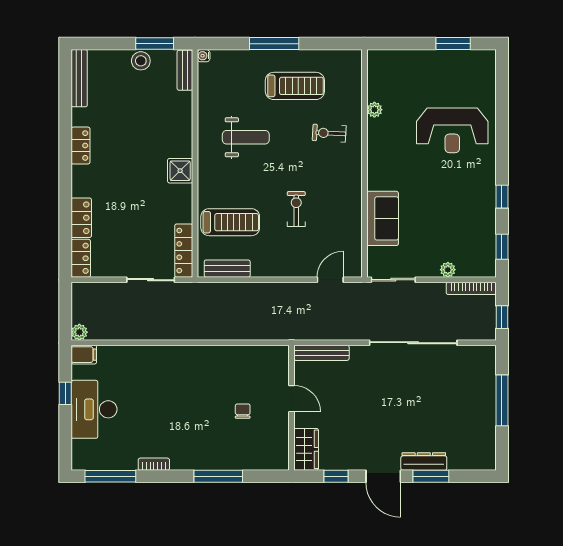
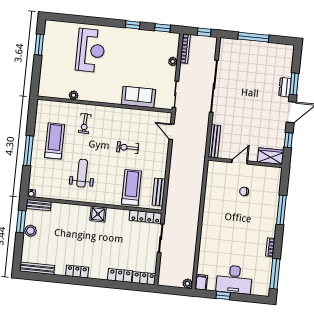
dresser: (424, 461) -> (285, 87), width x0.70

